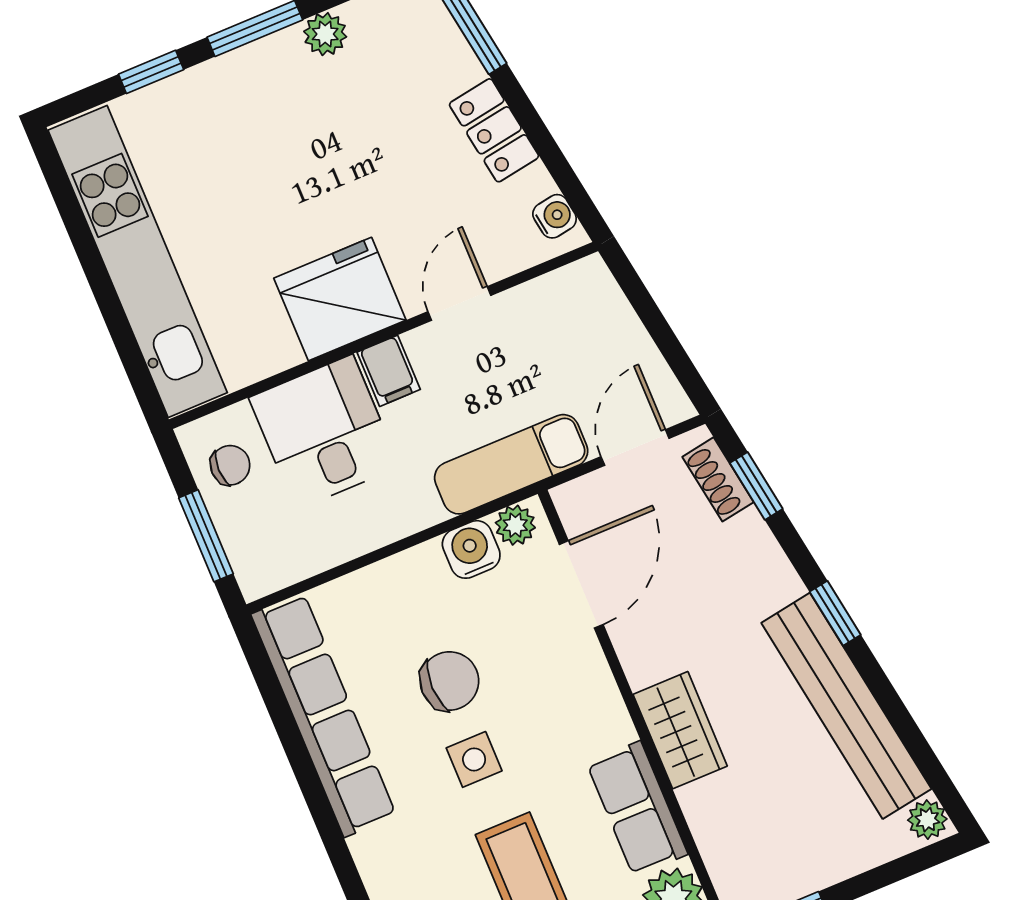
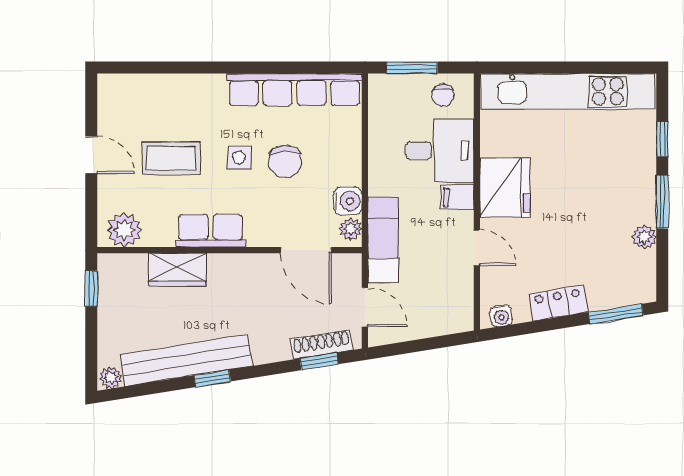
shoe rack: (718, 479) -> (322, 345), width x1.43
window: (835, 613) -> (212, 378), moved
wardrobe: (680, 730) -> (177, 270), moved
row of seats: (637, 809) -> (211, 231), moved

